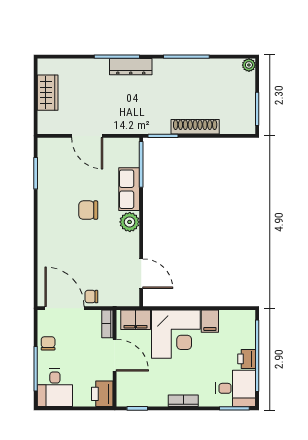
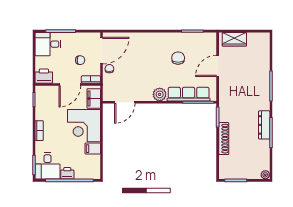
dresser: (131, 67) -> (264, 125), moved
wardrobe: (48, 93) -> (234, 39), moved
row of seats: (129, 189) -> (189, 94), width x1.48
chair: (88, 210) -> (178, 58), moved
chair: (48, 343) -> (80, 60), moved

